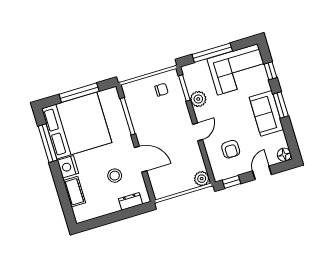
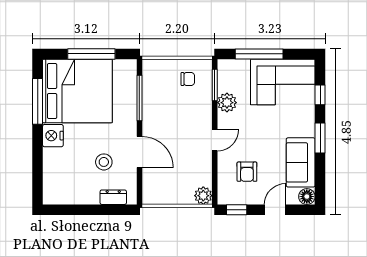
sofa: (266, 113) -> (301, 162), moved
cot: (74, 192) -> (52, 167), removed

